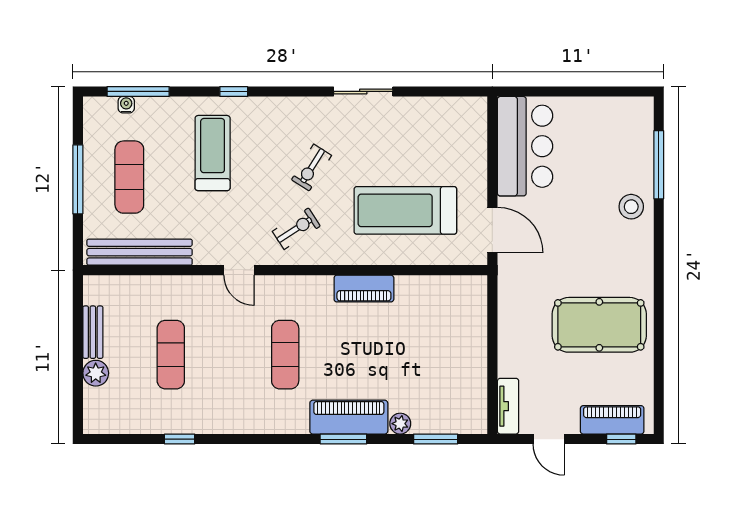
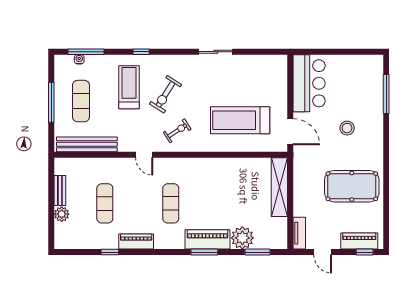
exercise bike: (311, 168) -> (166, 94), moved, width x1.38, depth x1.39
stool: (631, 207) -> (347, 128), moved
piano: (364, 289) -> (136, 241), moved, turned 180
shelving: (473, 326) -> (279, 187), added
plant: (400, 424) -> (242, 238), width x1.88, depth x1.88

